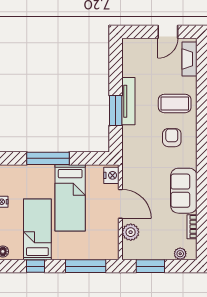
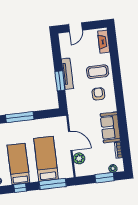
door: (168, 32) -> (76, 27), moved
nightstand: (111, 175) -> (62, 123), removed
bed: (70, 198) -> (46, 159), moved, turned 180
window: (150, 266) -> (105, 178), moved

